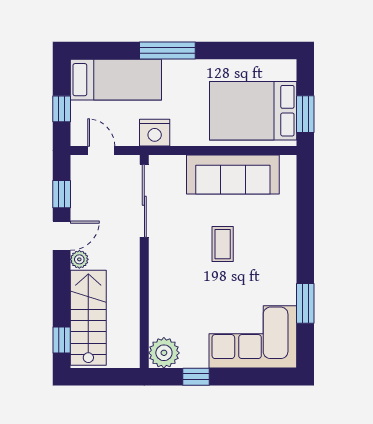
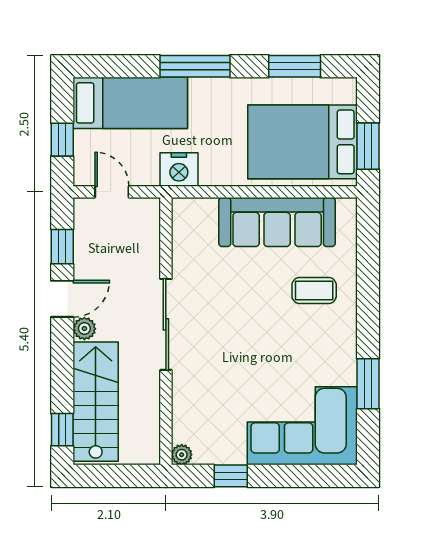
window: (247, 50) -> (295, 66), added
sliding door: (144, 201) -> (166, 324), moved
coffee table: (223, 244) -> (314, 290), moved, turned 90
plant: (164, 353) -> (182, 455), width x0.53, depth x0.53

